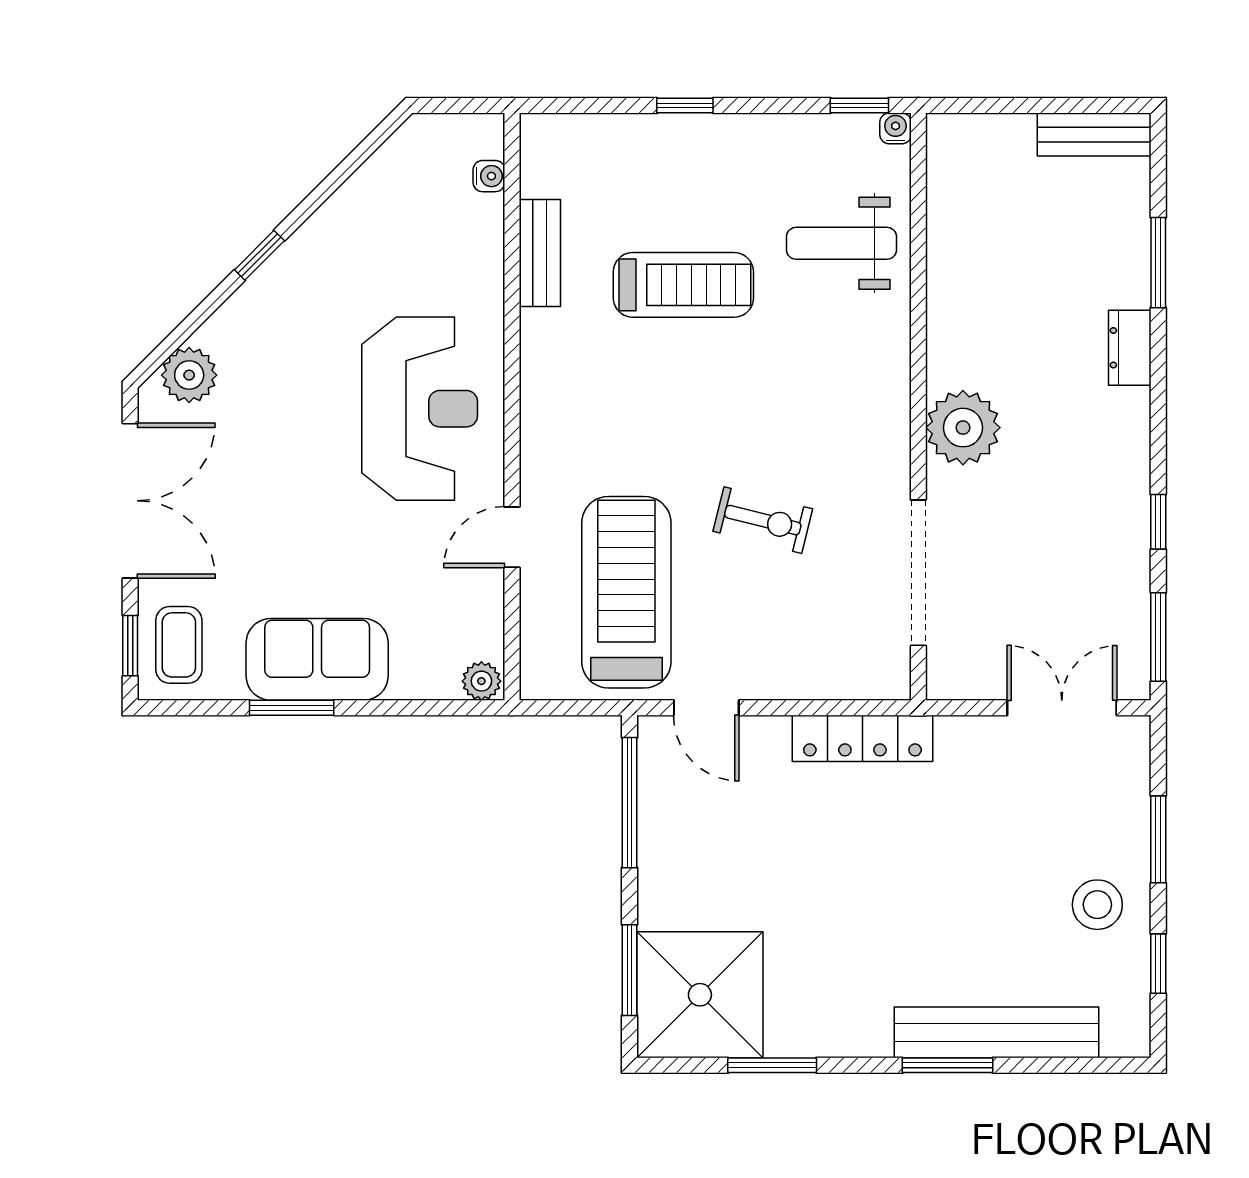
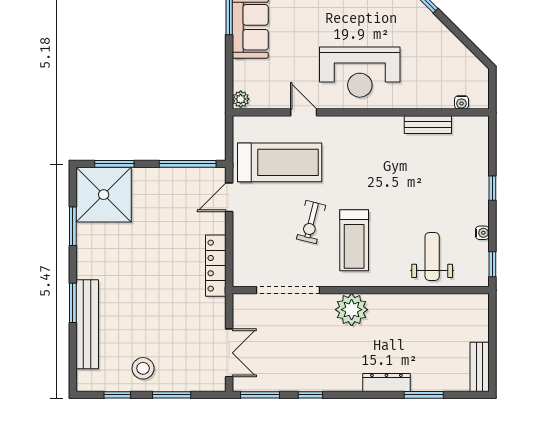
water cooler: (896, 128) -> (482, 233), moved
treadmill: (683, 285) -> (354, 240), moved
dresser: (1130, 348) -> (386, 383), width x1.44

